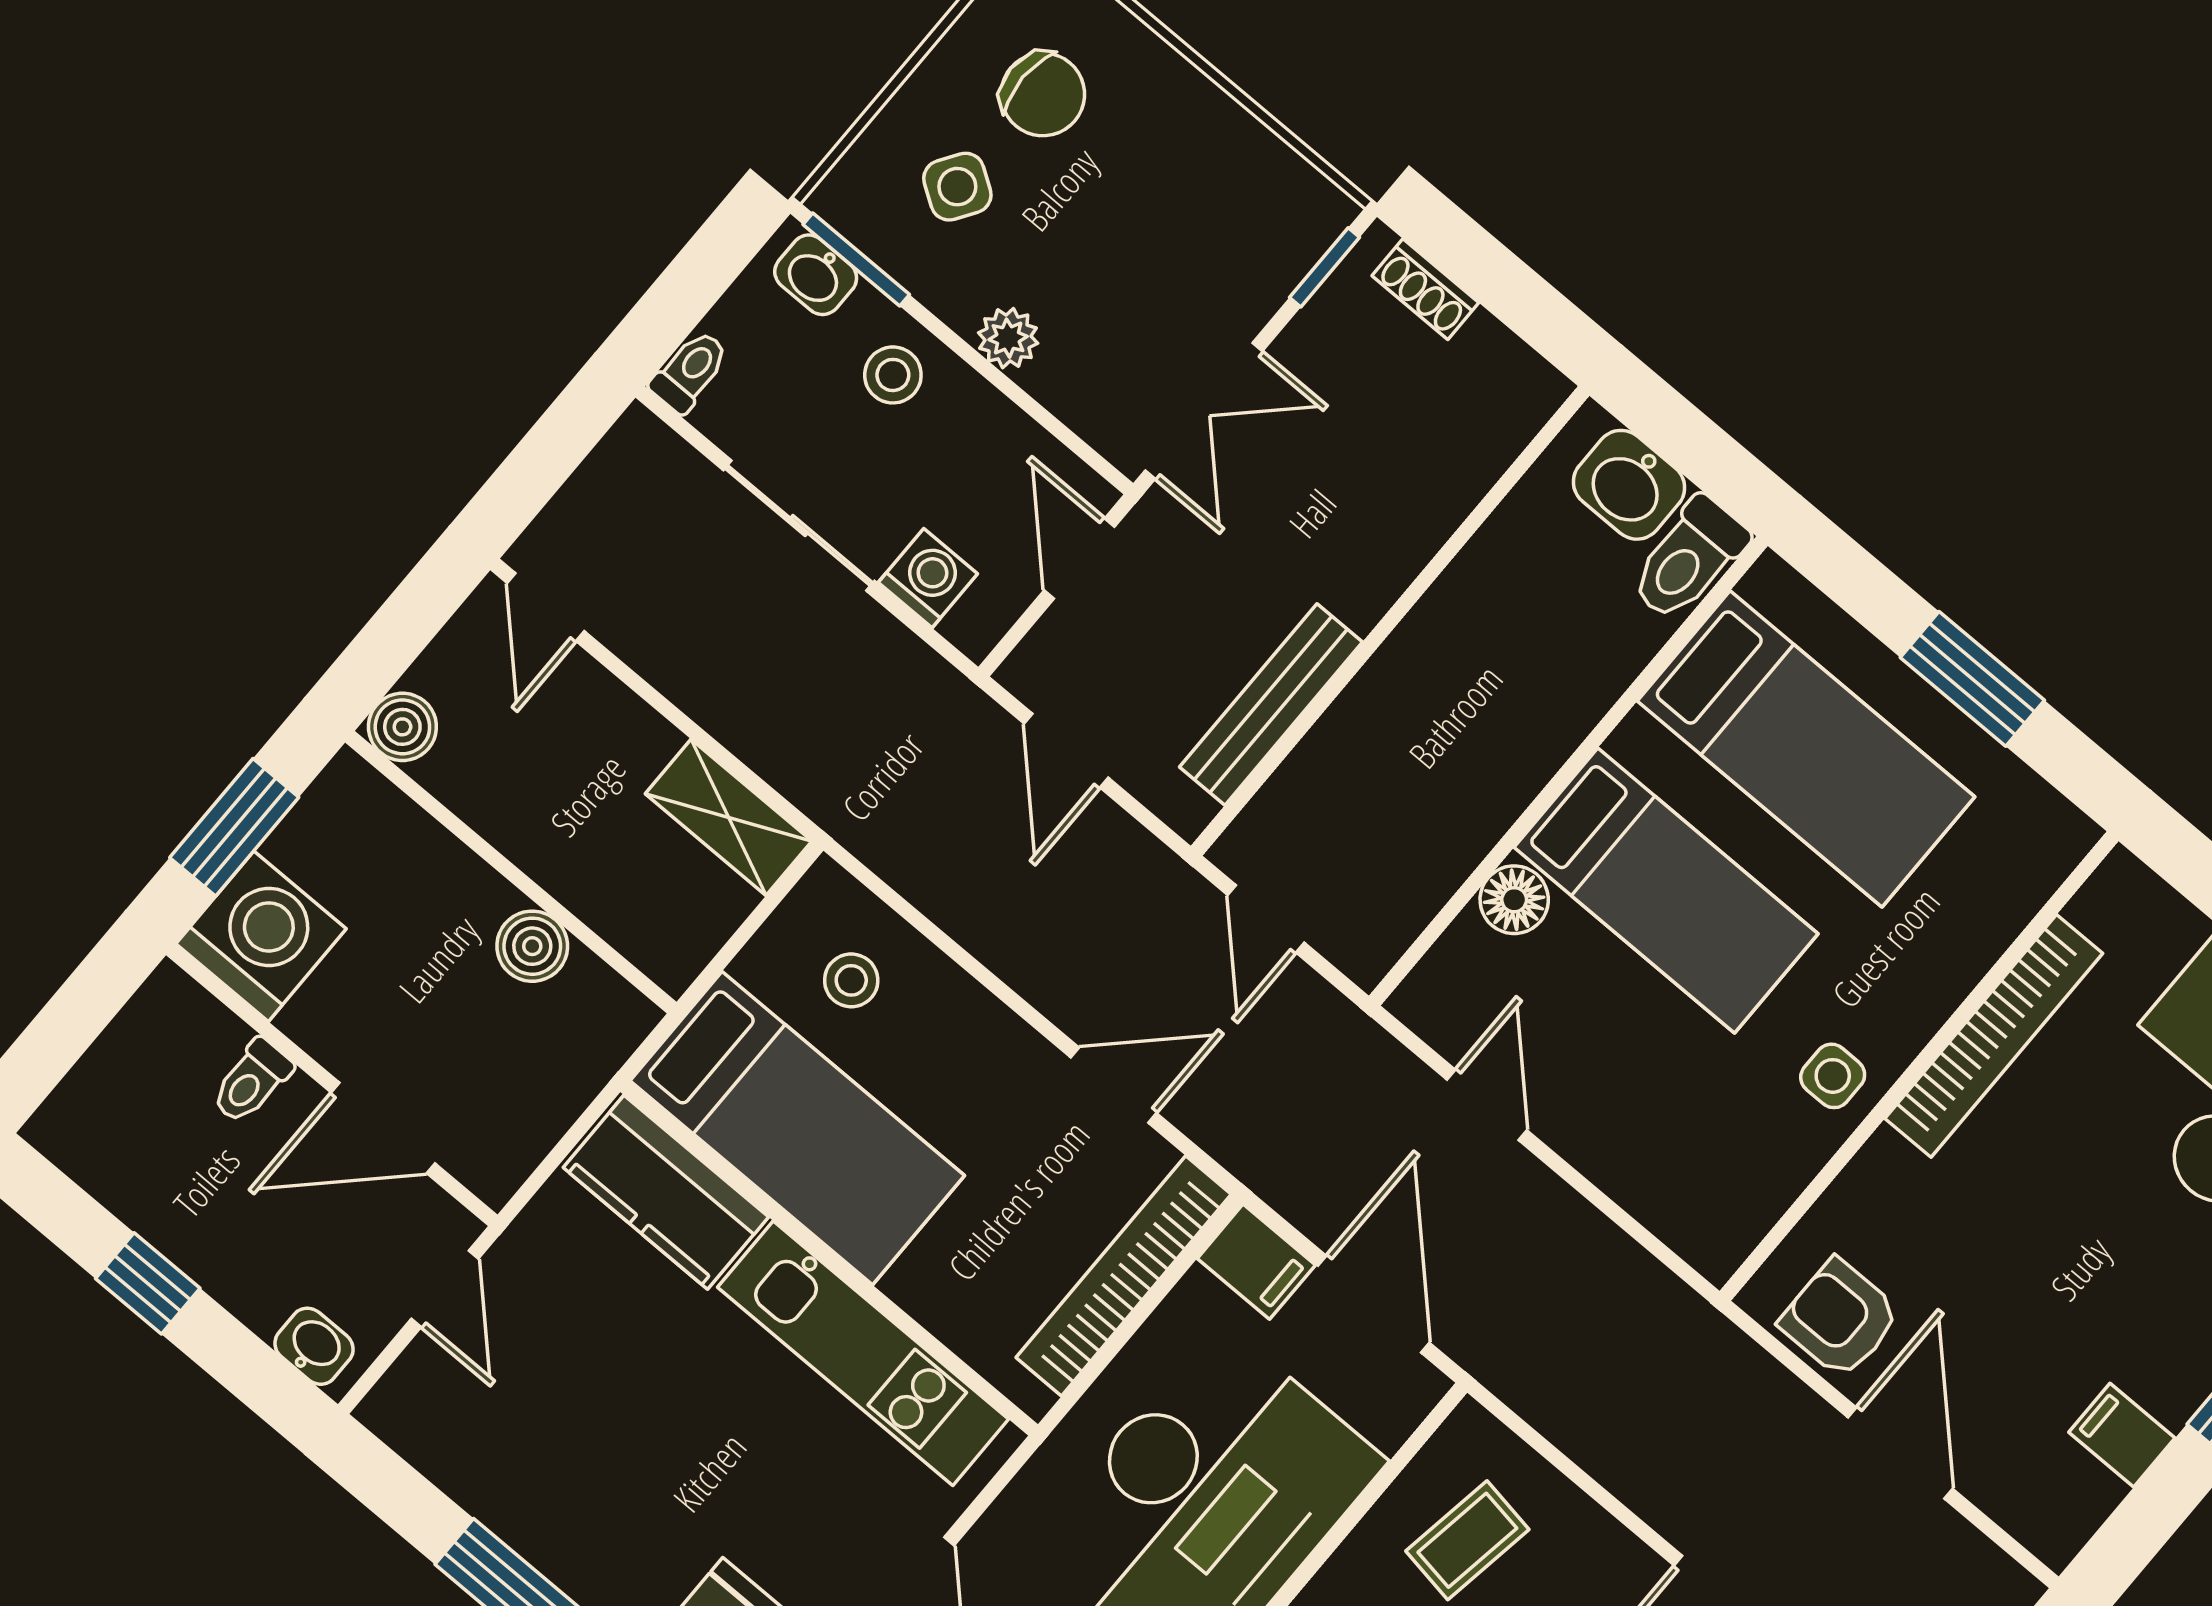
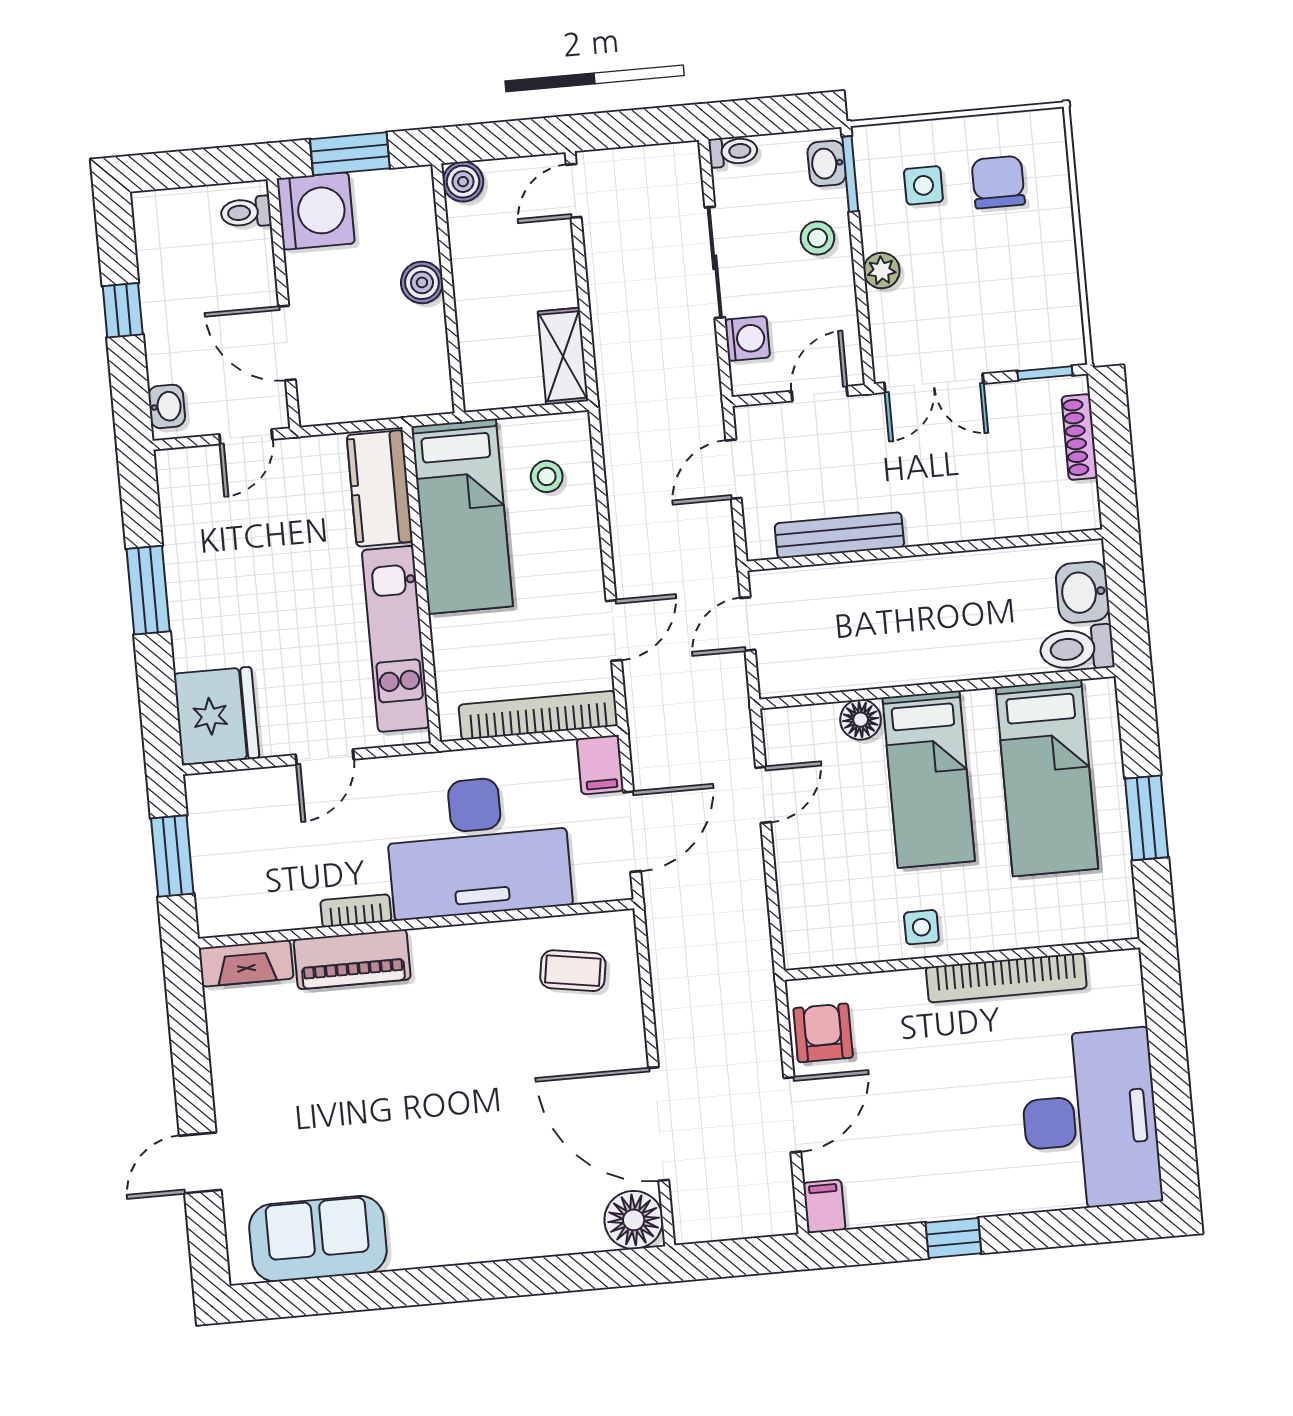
chair: (1043, 94) -> (998, 182), turned 180
side table: (957, 187) -> (923, 185), turned -33
shoe rack: (1425, 289) -> (1080, 437), width x1.43
boiler: (532, 946) -> (422, 282), moved
toilet: (252, 1081) -> (246, 212), moved
door: (1114, 1085) -> (614, 630), hinge flipped
filing cabinet: (2122, 1435) -> (824, 1206), moved

